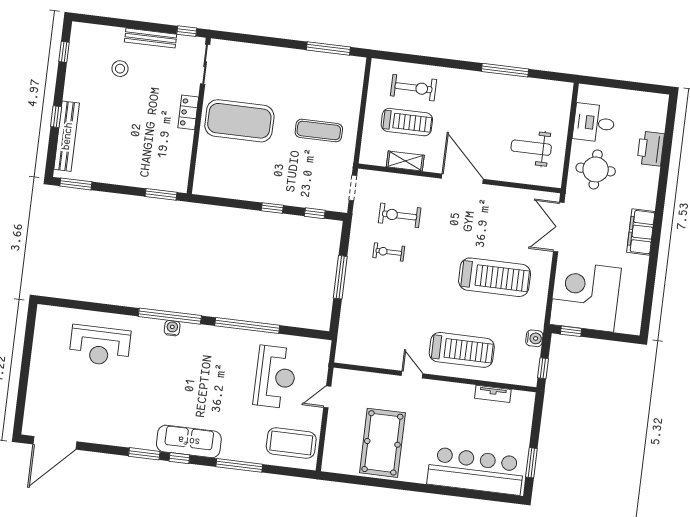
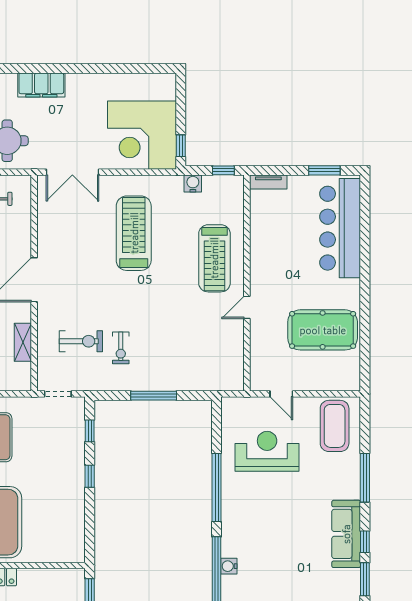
exercise bike: (400, 215) -> (81, 341), turned -90
filing cabinet: (641, 232) -> (41, 85), moved
treadmill: (462, 350) -> (214, 258), turned 180
tv unit: (493, 394) -> (268, 182), moved, turned 90

